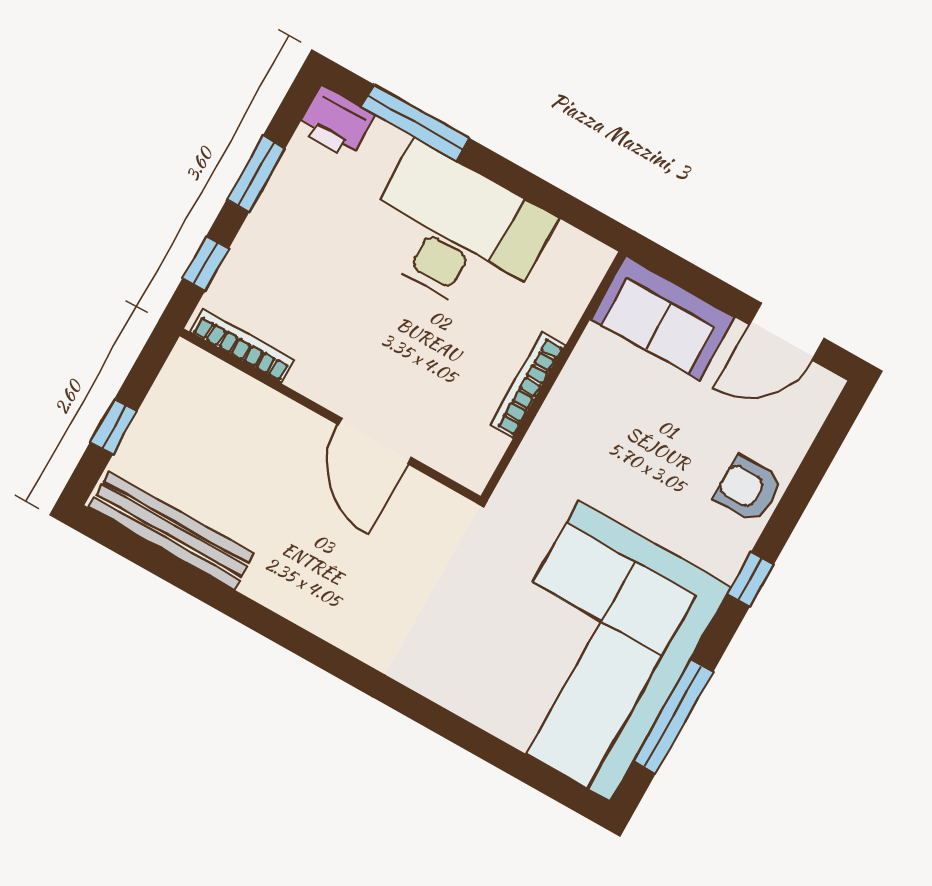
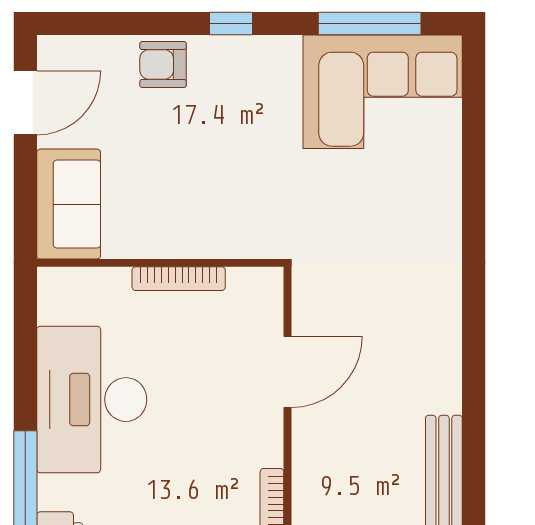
door: (787, 332) -> (25, 103), hinge flipped
armchair: (748, 489) -> (163, 64), turned 90
corner sofa: (594, 651) -> (383, 92), width x0.73, depth x0.74

